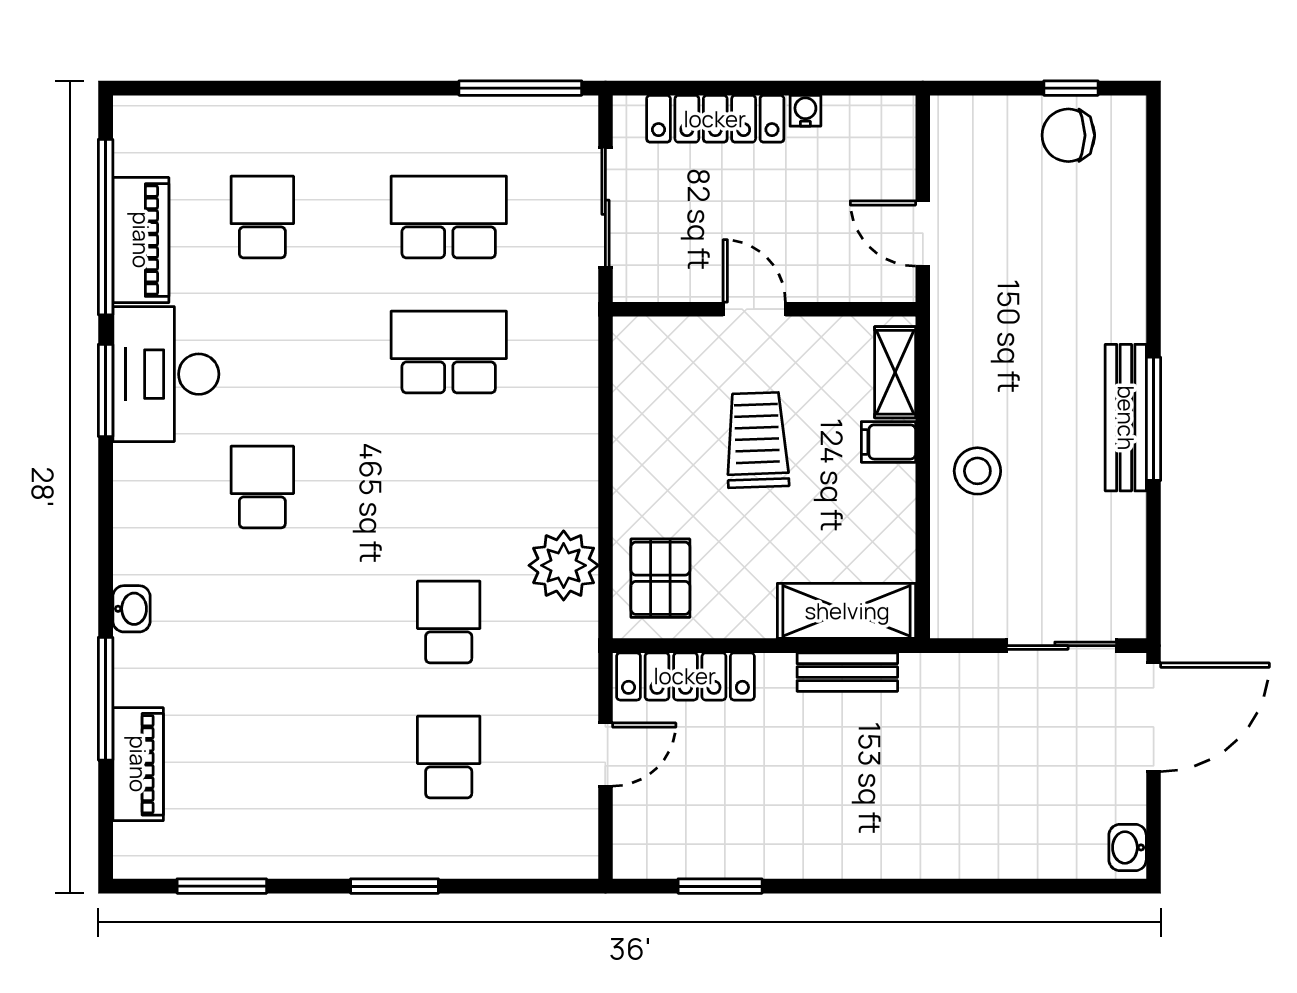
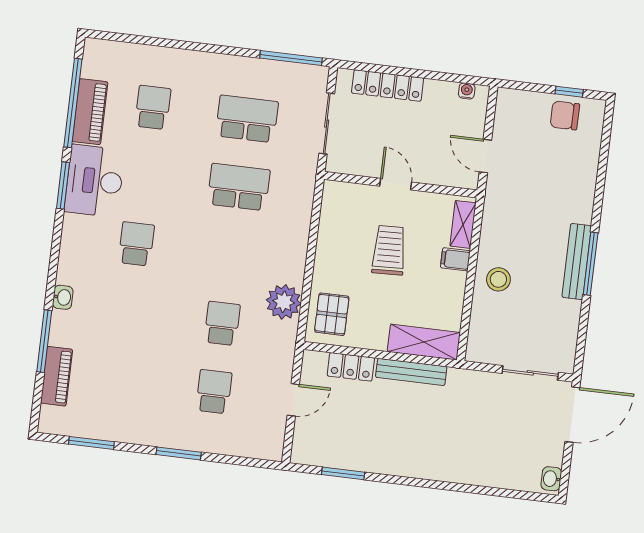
water cooler: (805, 111) -> (467, 91), moved
bench: (847, 672) -> (411, 372), width x1.36
locker: (685, 676) -> (351, 367), width x0.66

